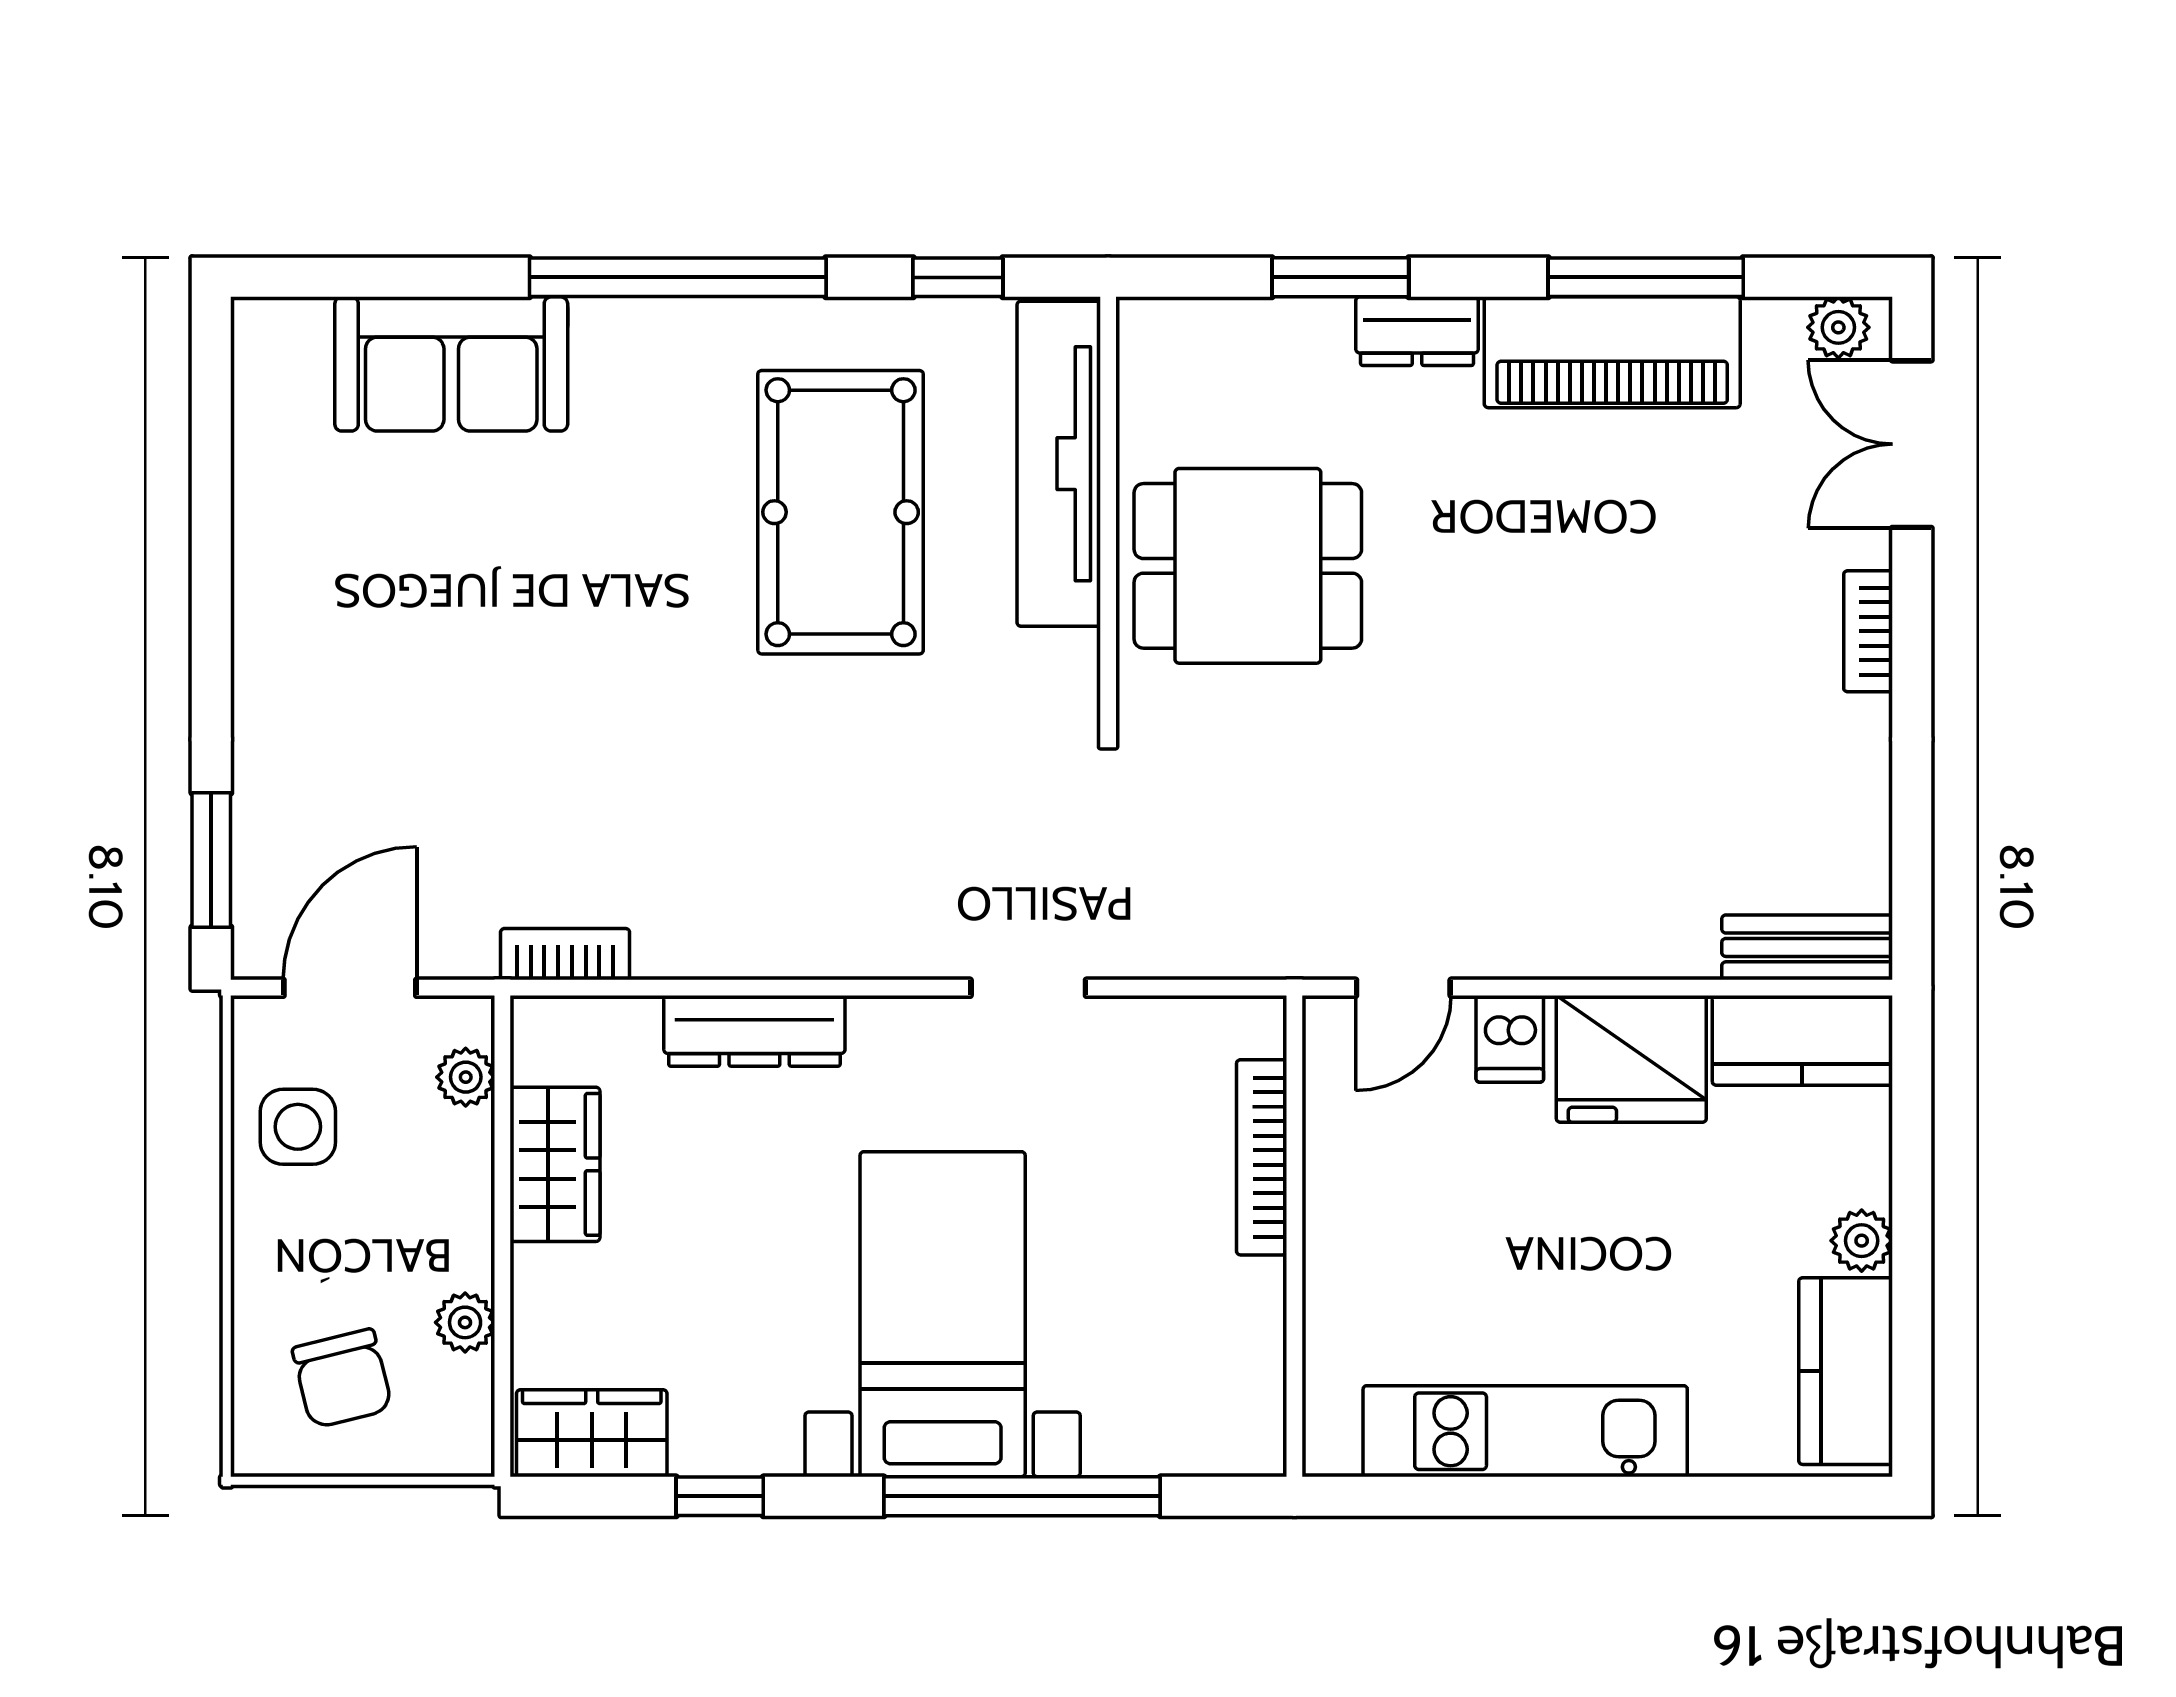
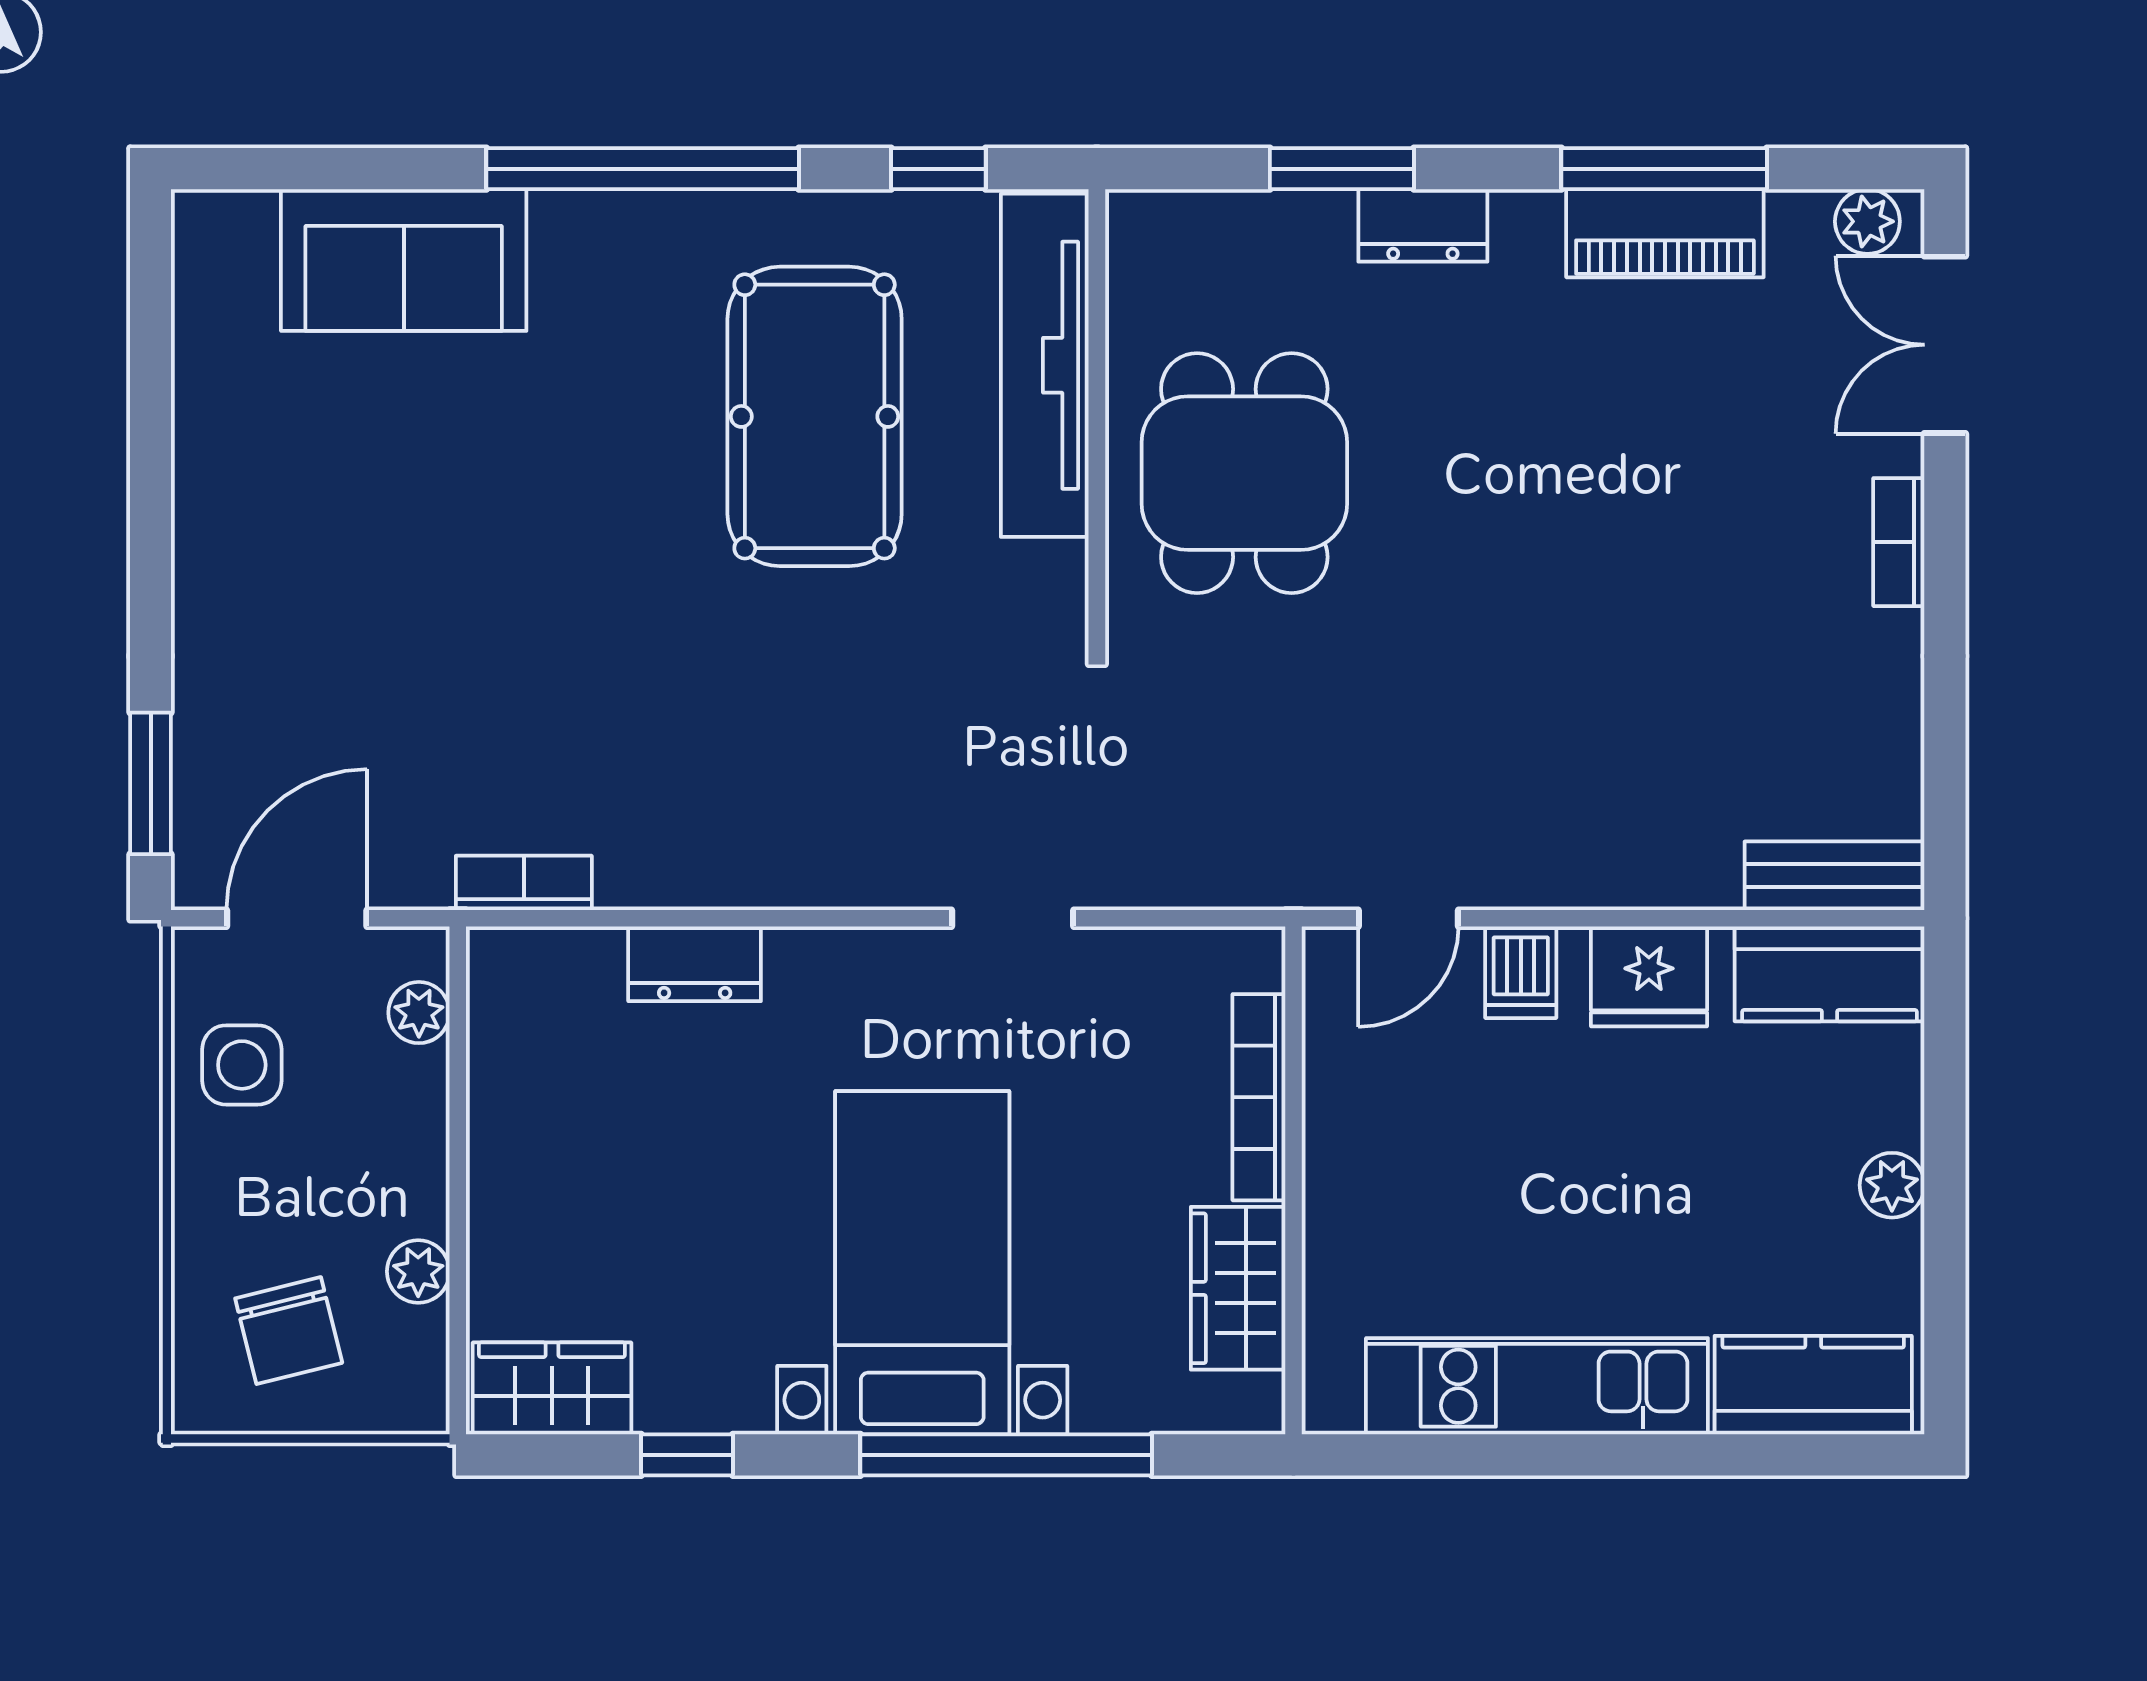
piano: (1612, 352) -> (1665, 233), width x0.73, depth x0.75
dining table: (1248, 566) -> (1244, 473), turned 90
dresser: (754, 1031) -> (695, 964), width x0.70
fridge: (1631, 1059) -> (1649, 976), width x0.73, depth x0.75
wardrobe: (555, 1164) -> (1238, 1288), moved, turned 180
kitchen counter: (1846, 1371) -> (1813, 1385), moved, turned 90

